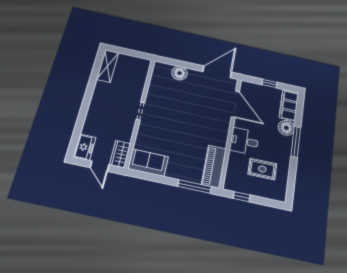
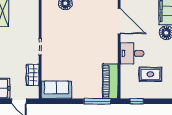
wardrobe: (120, 154) -> (33, 75), moved

